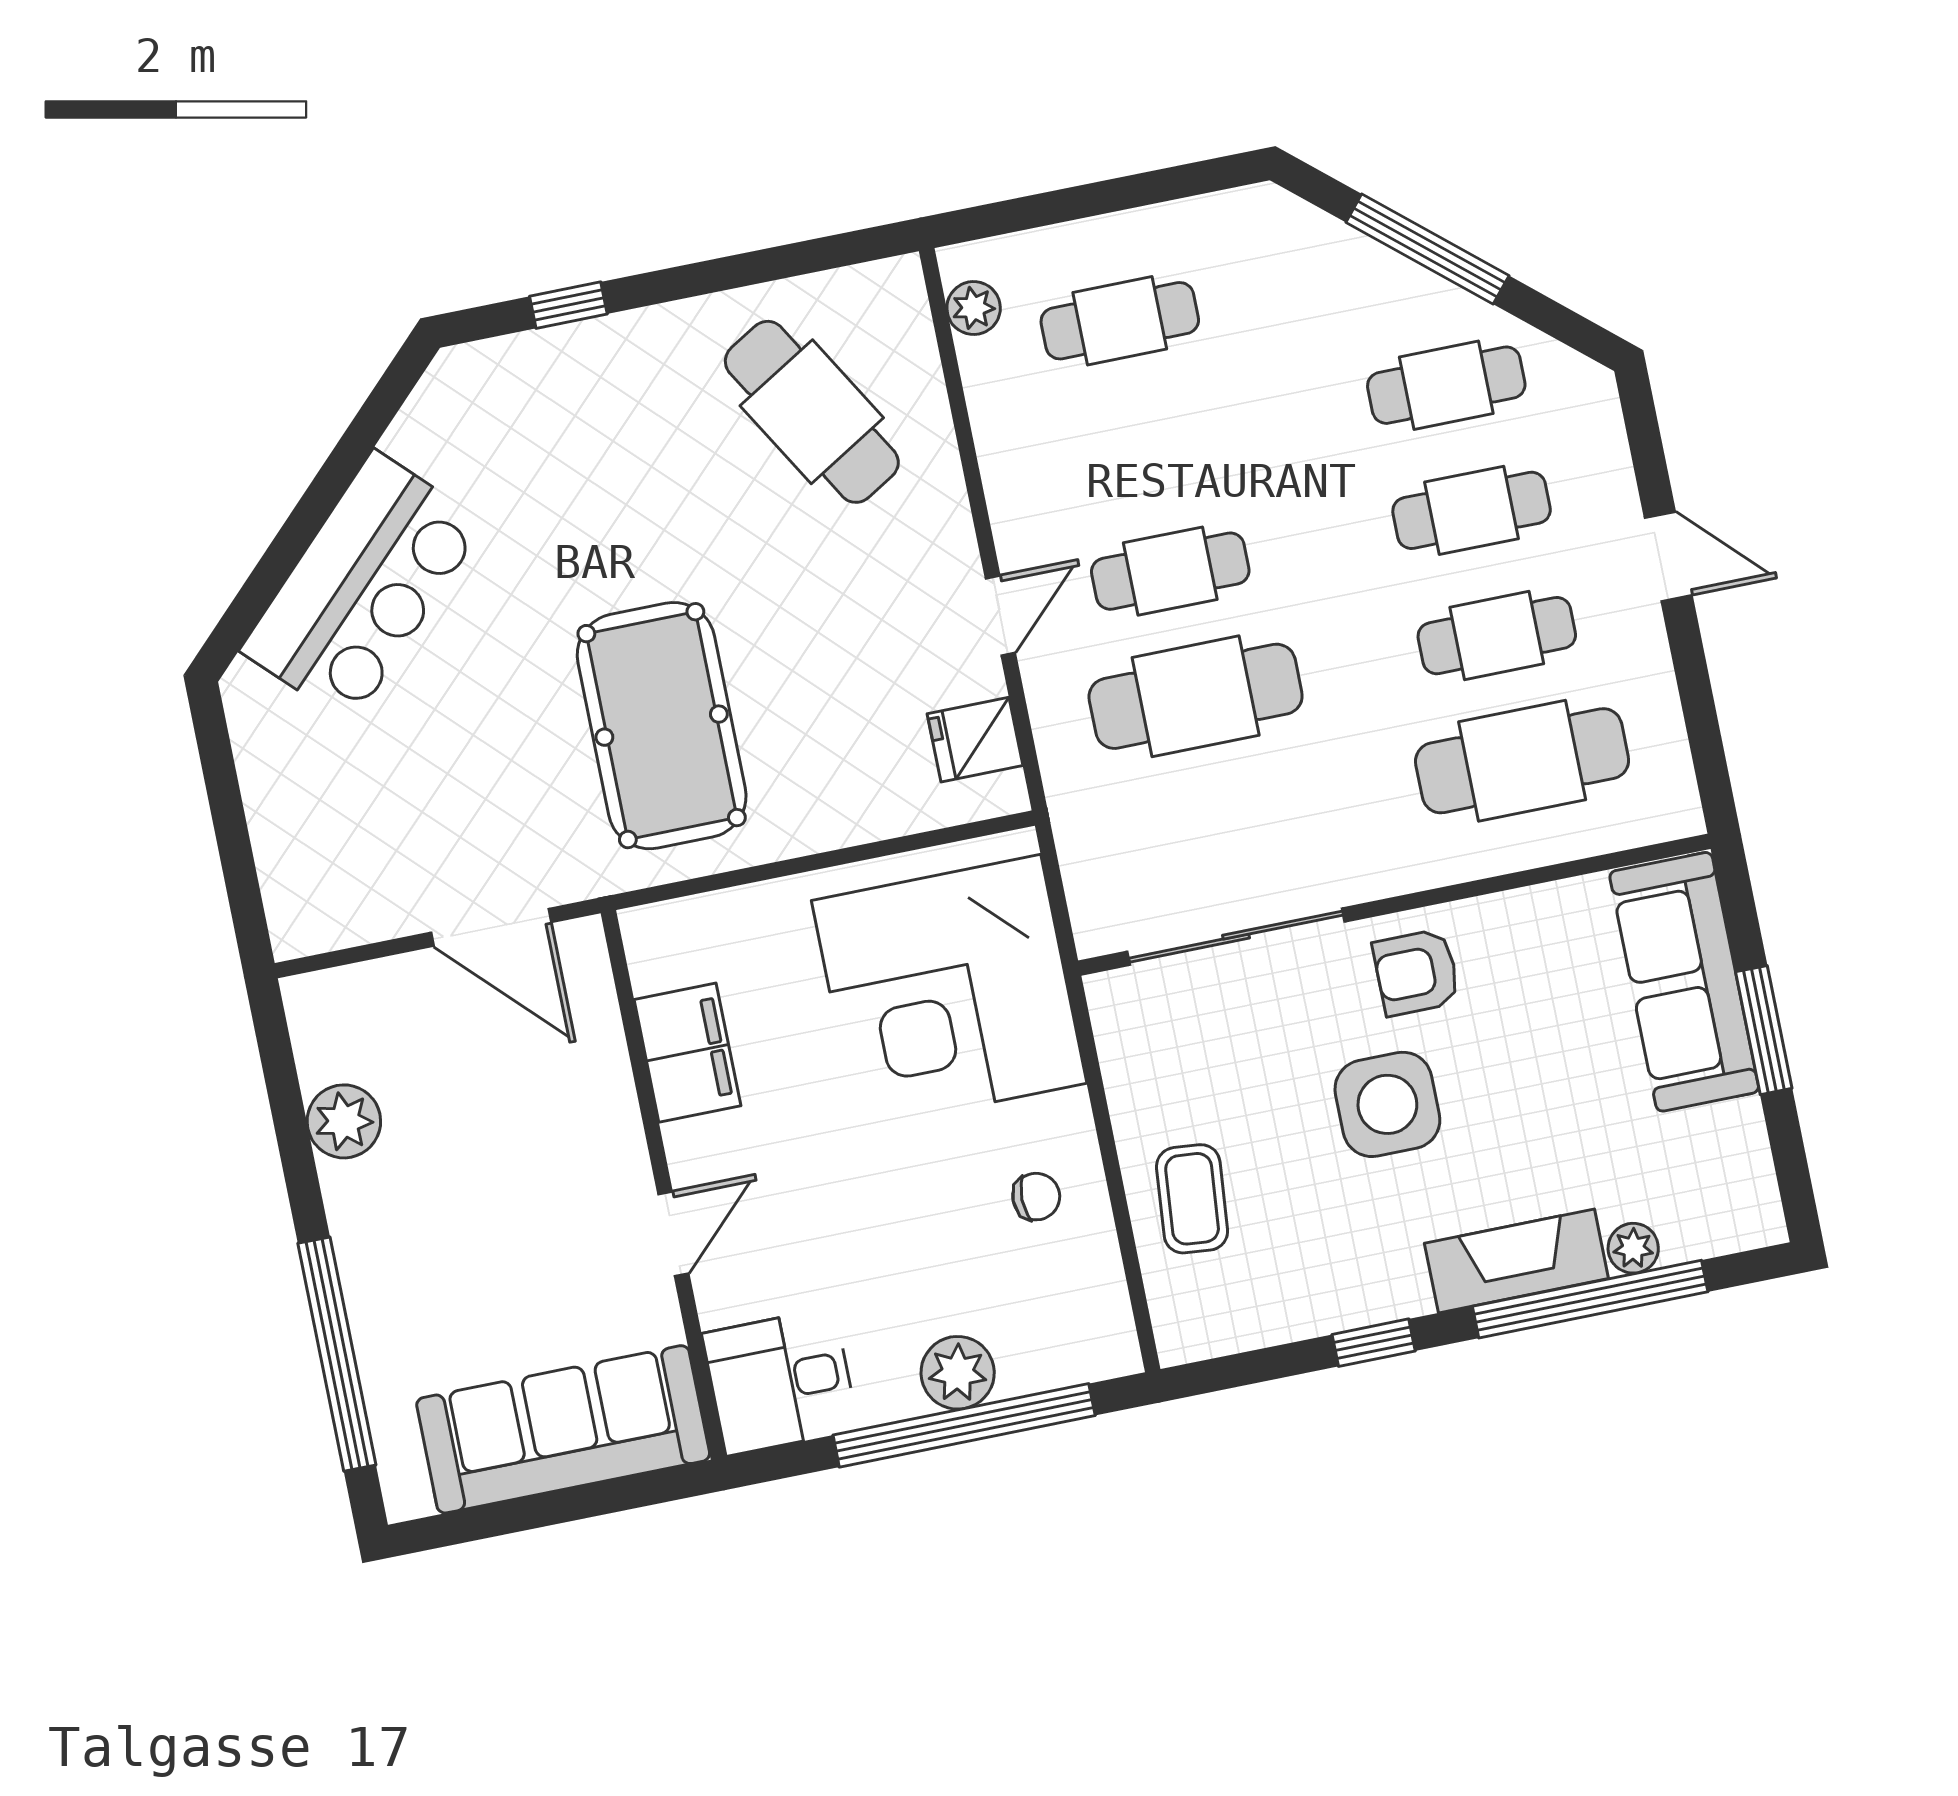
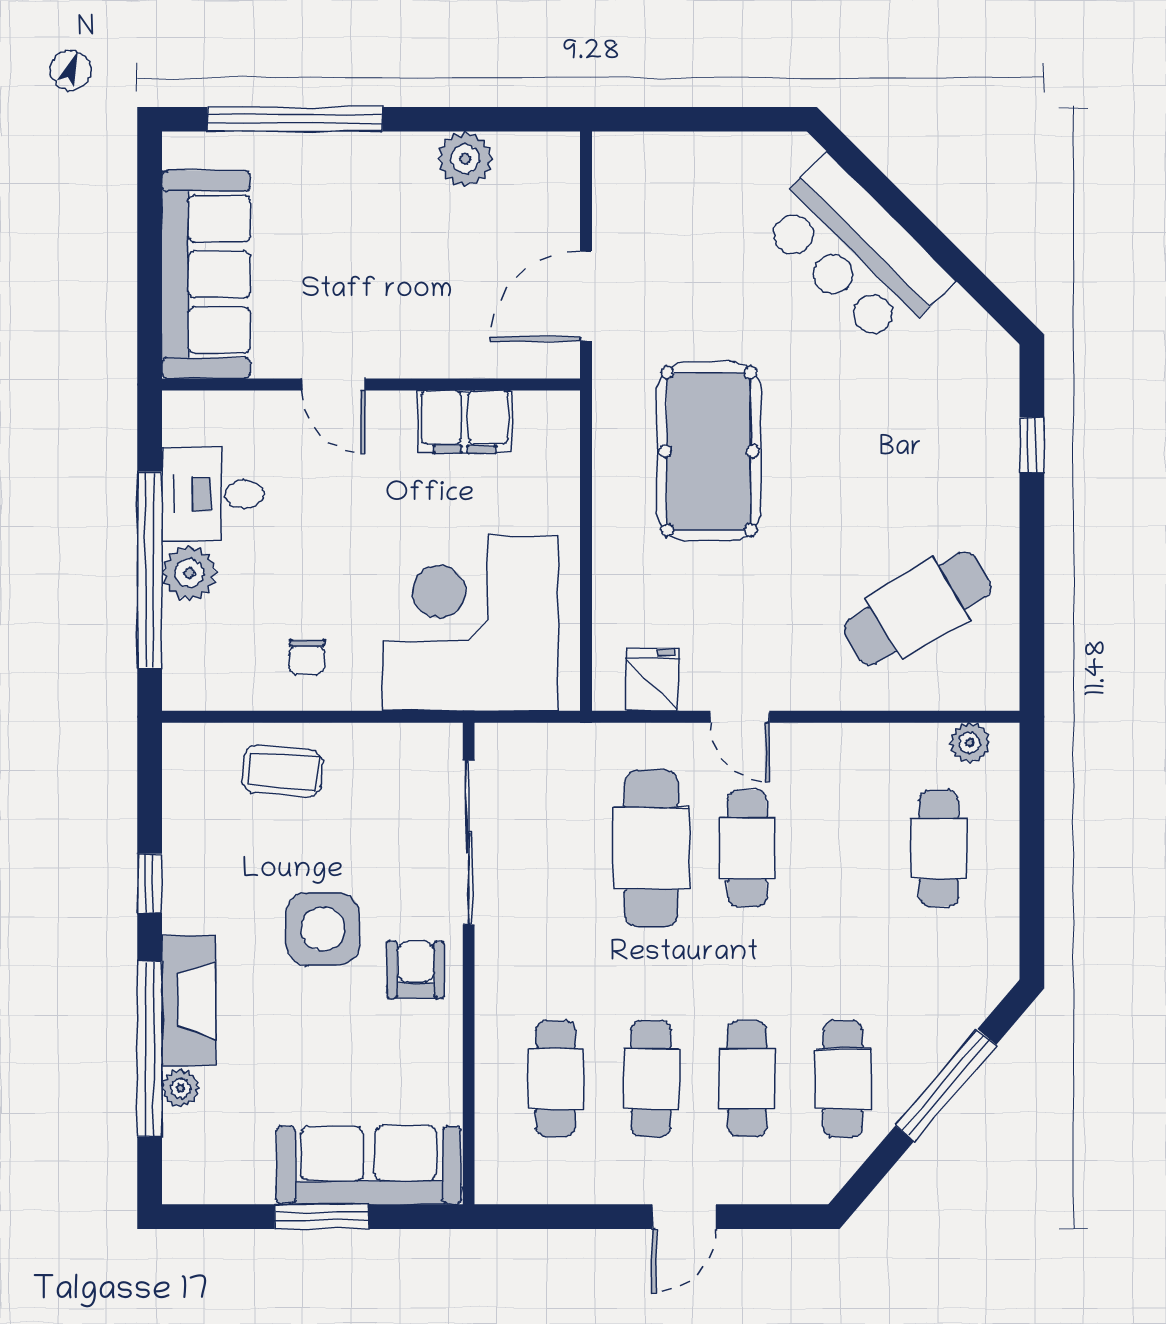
pool table: (662, 726) -> (709, 451), turned 90
cafe table: (1522, 761) -> (556, 1079), width x0.73, depth x0.74
desk: (780, 1382) -> (213, 494), moved, turned -90

